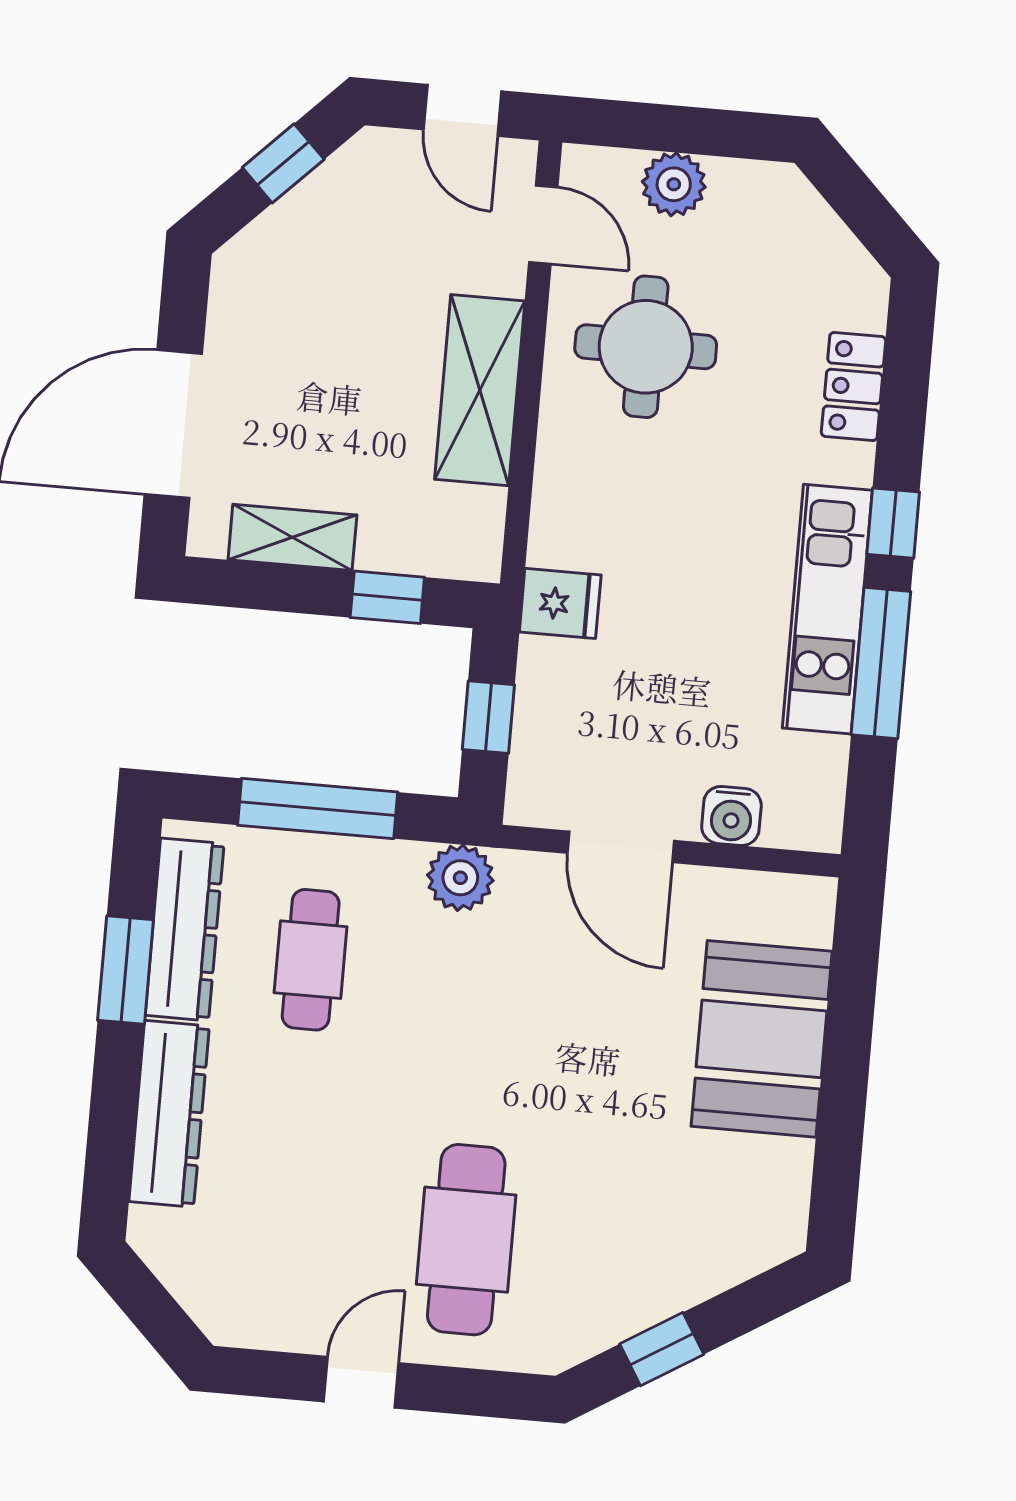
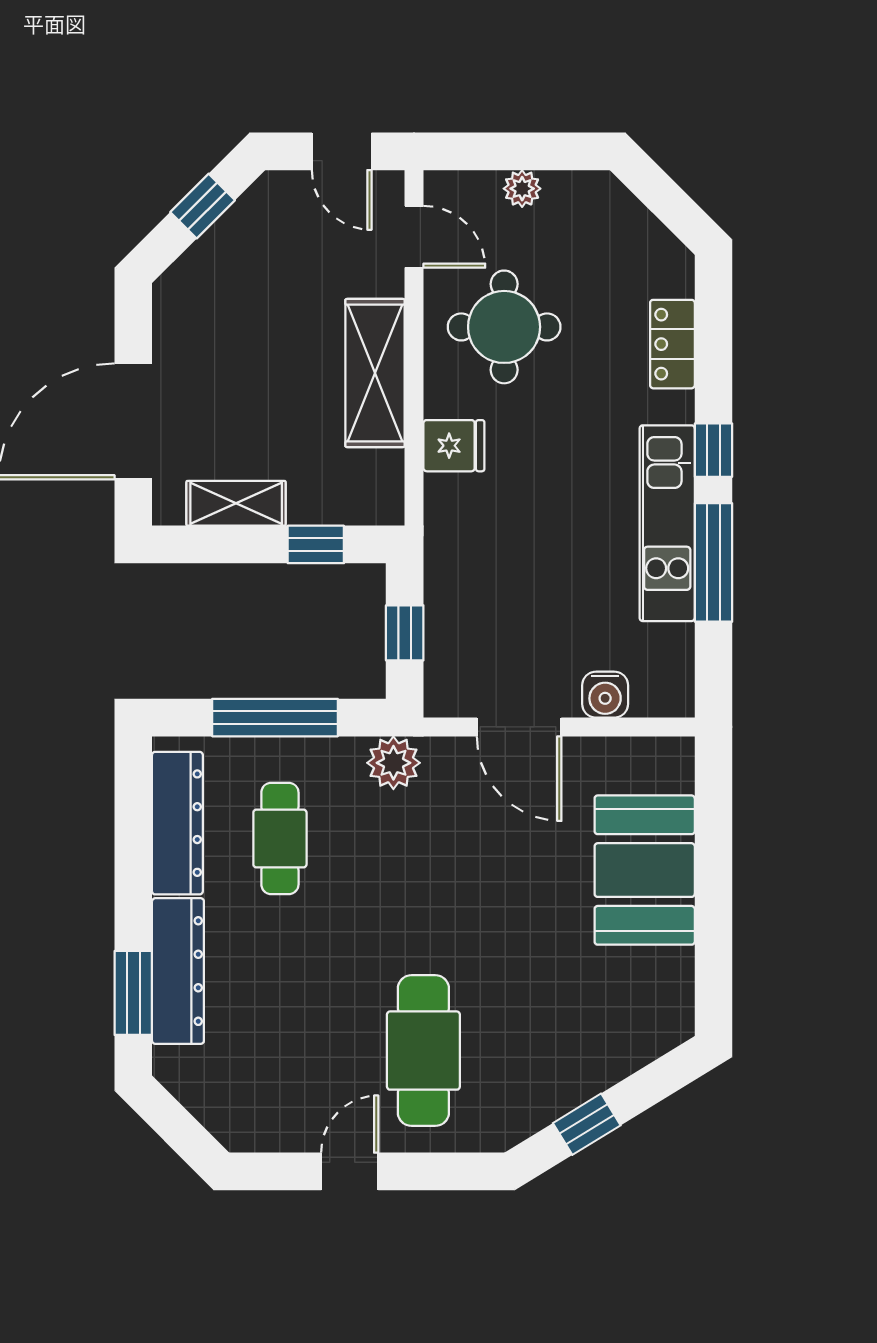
plant: (674, 184) -> (522, 189), width x0.73, depth x0.73
fridge: (560, 603) -> (454, 446), moved
window: (126, 970) -> (133, 993), moved

